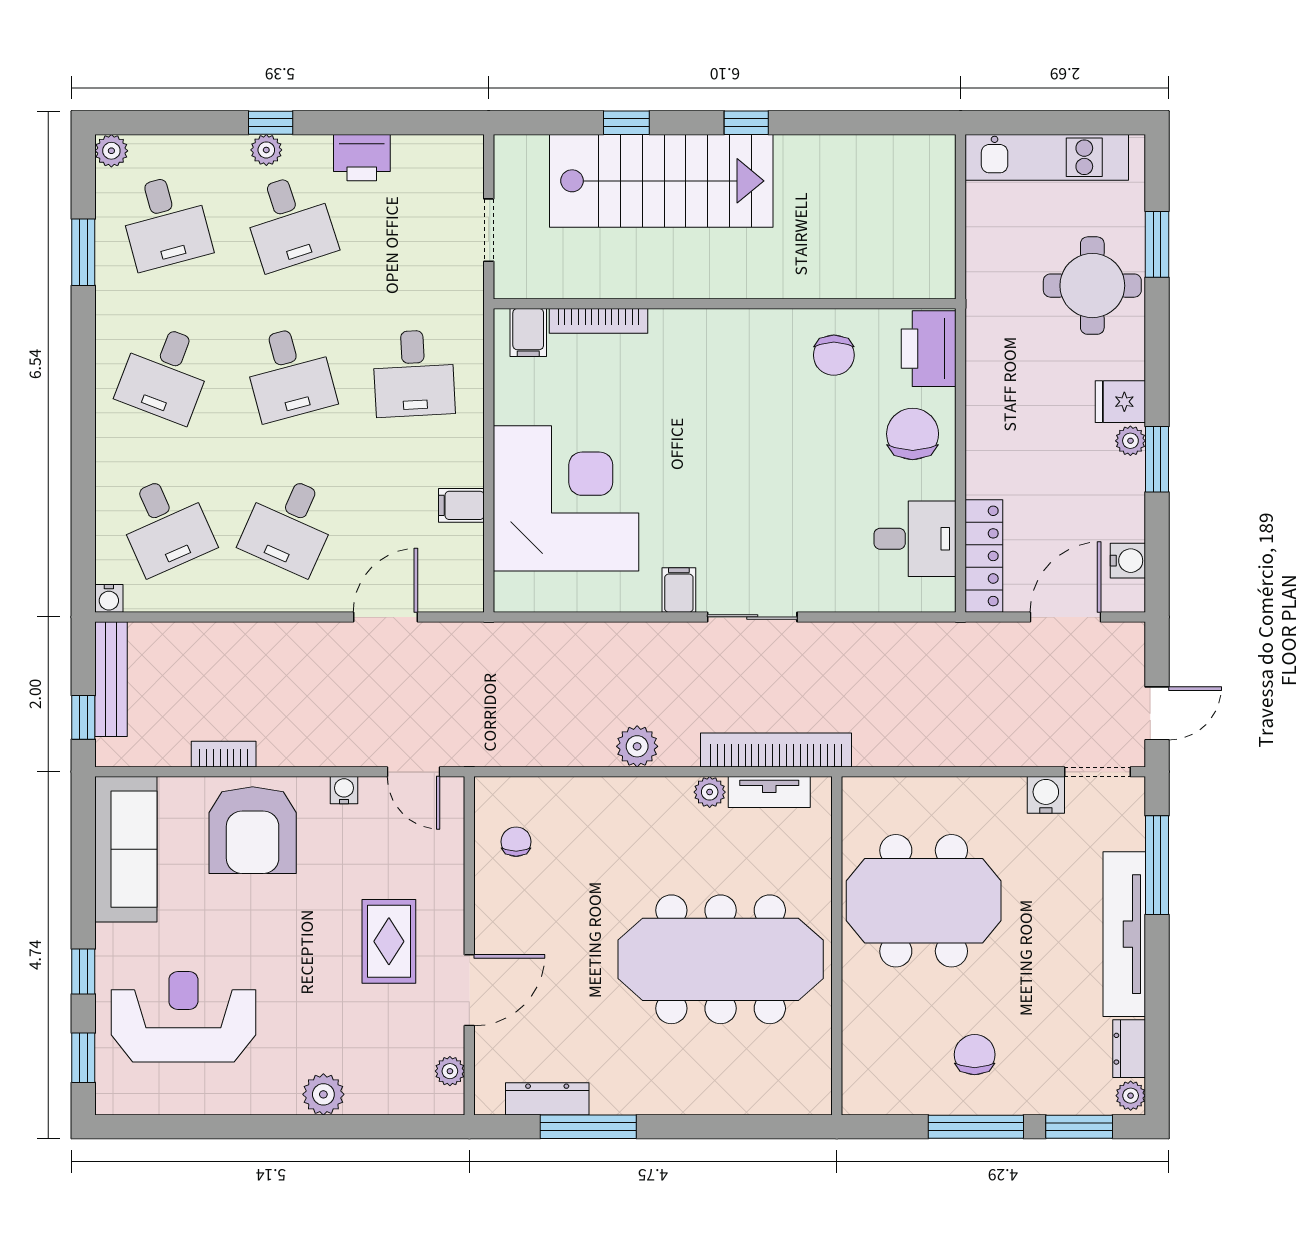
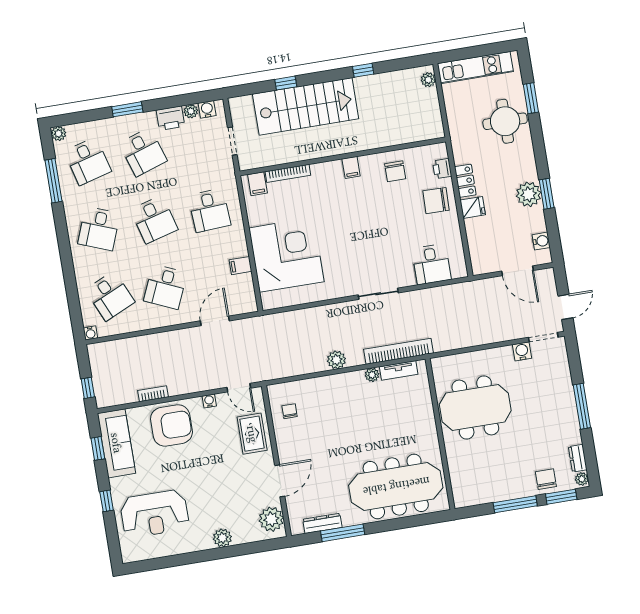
window: (271, 123) -> (127, 109), width x1.50
window: (746, 123) -> (363, 70), moved
plant: (266, 150) -> (191, 111), moved
water cooler: (445, 152) -> (207, 109), added
plant: (940, 167) -> (428, 80), added
window: (83, 252) -> (54, 181), width x1.44
printer: (929, 349) -> (442, 169), width x0.53, depth x0.68
fridge: (1120, 402) -> (473, 207), moved, turned 180
chair: (913, 434) -> (436, 201), turned -89
plant: (1130, 441) -> (529, 194), width x1.87, depth x1.87
desk: (915, 539) -> (431, 264), moved, turned 90
locker: (984, 556) -> (465, 181), moved, width x0.66
filing cabinet: (679, 590) -> (351, 167), moved, turned 180
door: (1066, 617) -> (518, 271), swing flipped
bench: (111, 679) -> (97, 369), removed
armchair: (253, 830) -> (171, 425), turned -90
window: (1157, 865) -> (582, 406), moved
tv unit: (1124, 934) -> (567, 408), removed
rug: (389, 941) -> (252, 434), moved
meeting table: (721, 959) -> (396, 486), moved
reception desk: (183, 1017) -> (154, 514), turned 180
chair: (975, 1055) -> (546, 479), moved
window: (83, 1058) -> (98, 448), moved
plant: (450, 1071) -> (271, 519), width x1.88, depth x1.88

